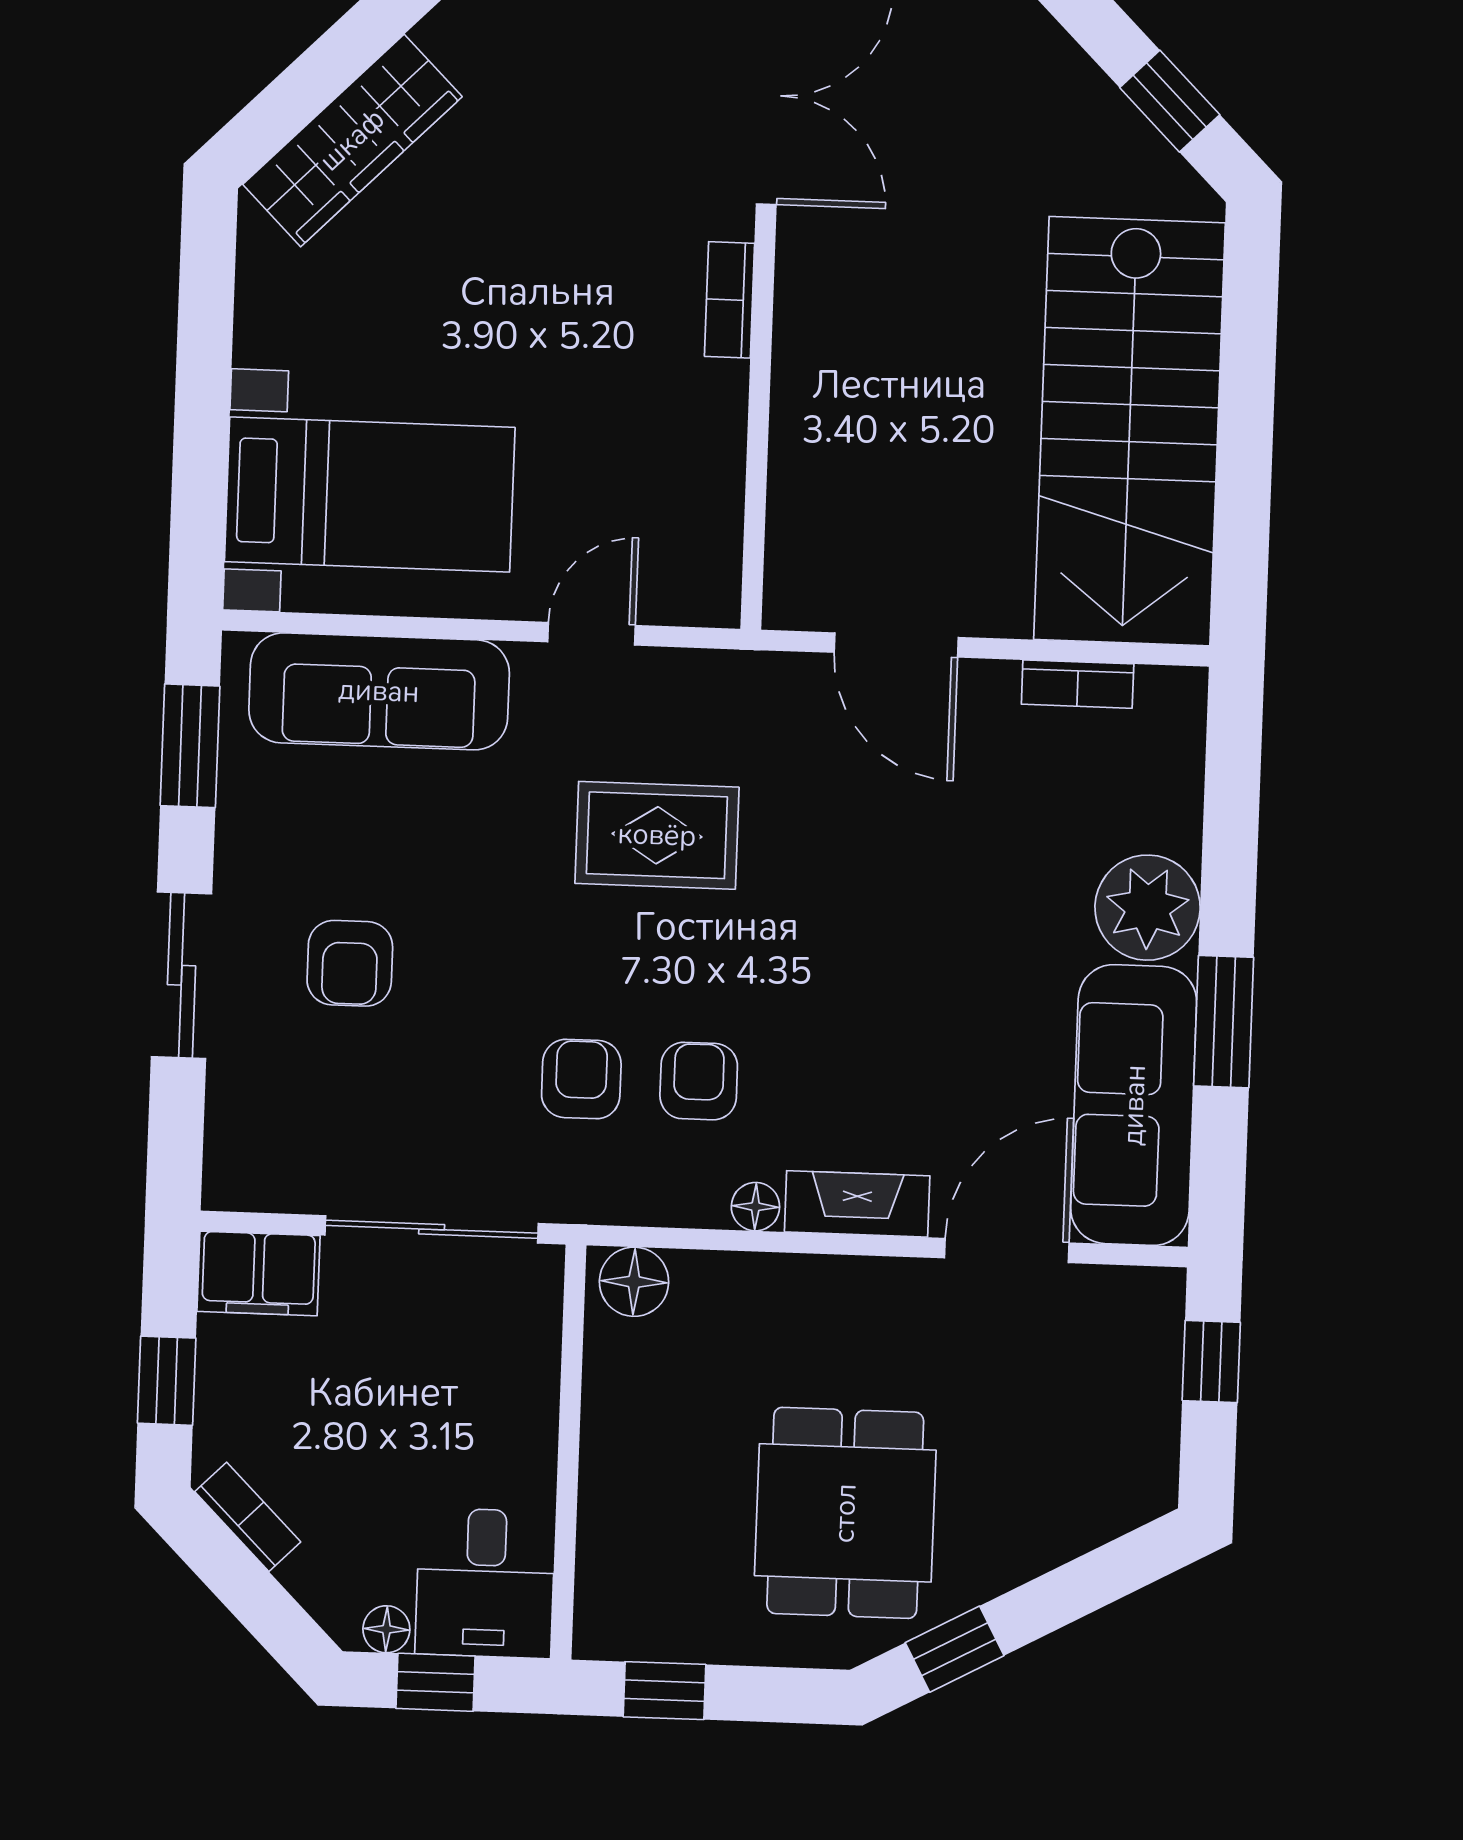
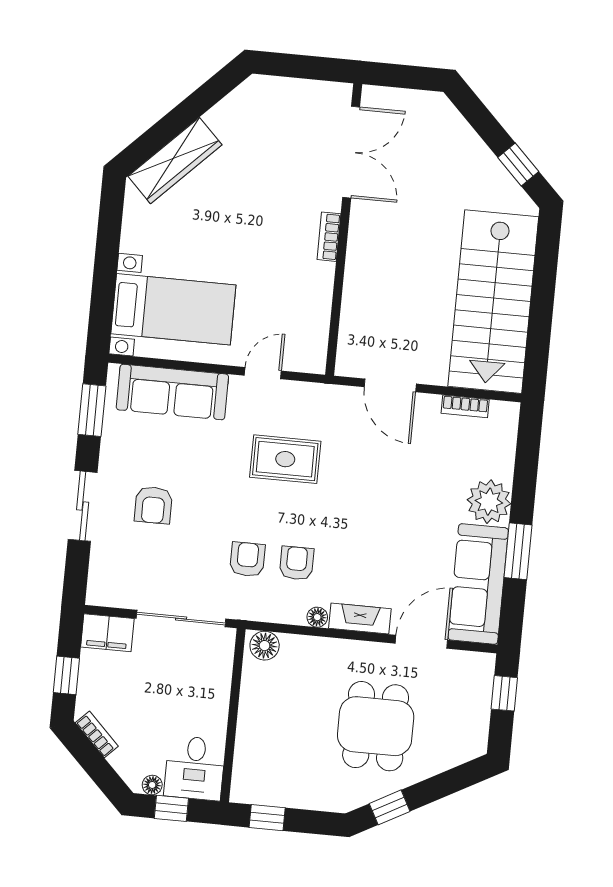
dining table: (845, 1513) -> (376, 726), moved

